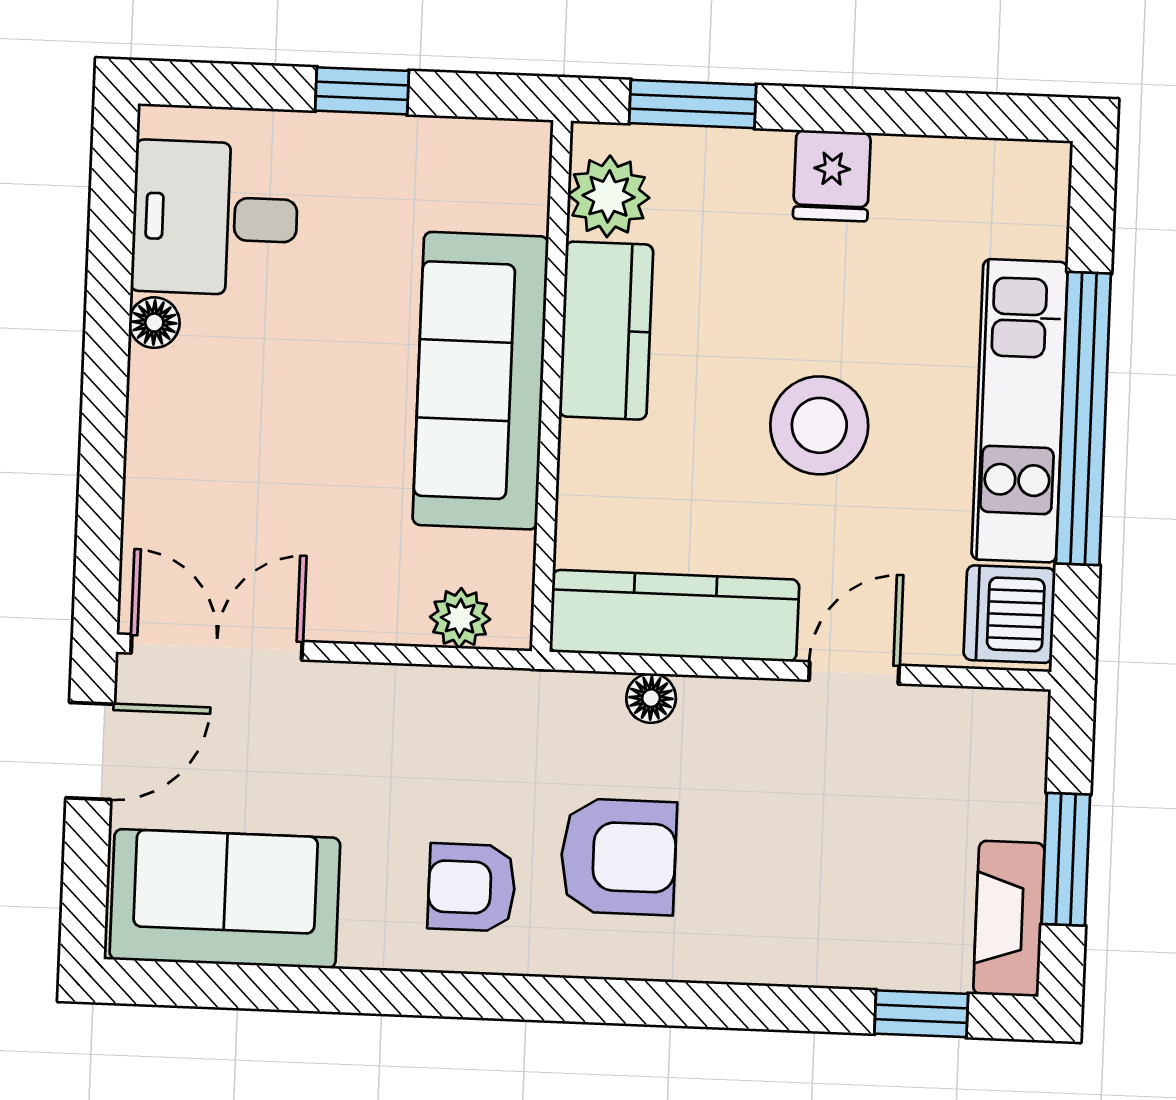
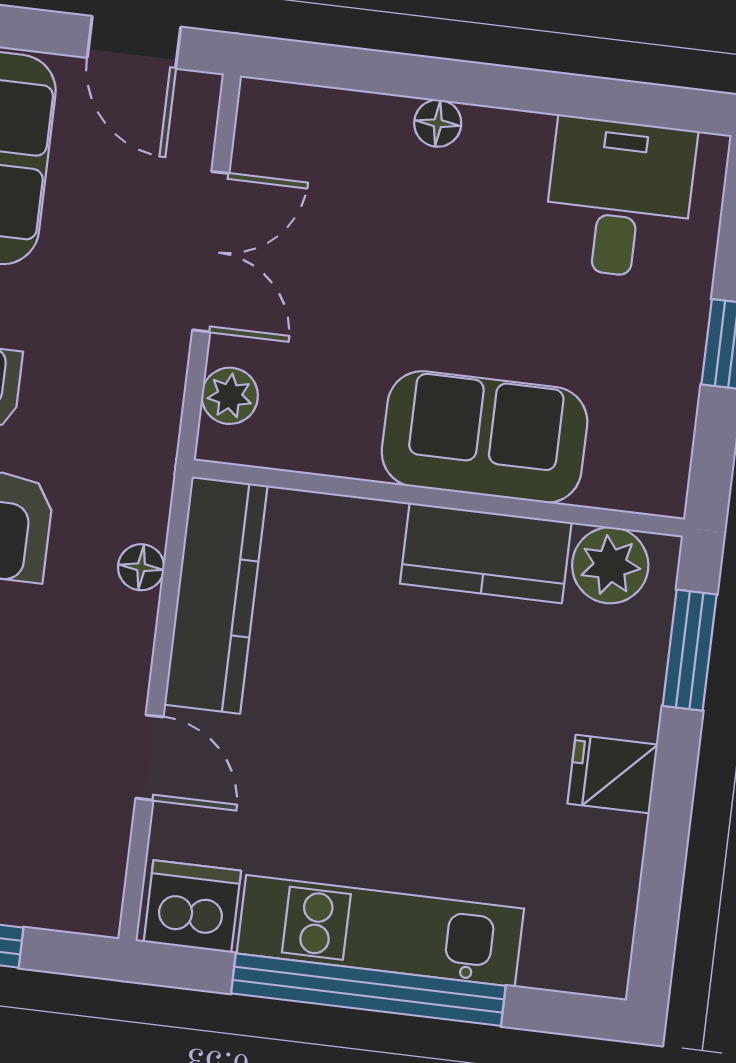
floor lamp: (154, 323) -> (438, 123), moved
sofa: (481, 381) -> (485, 437), width x0.73
stool: (819, 425) -> (382, 744), removed
double door: (217, 647) -> (211, 252), moved

